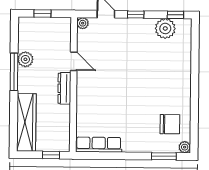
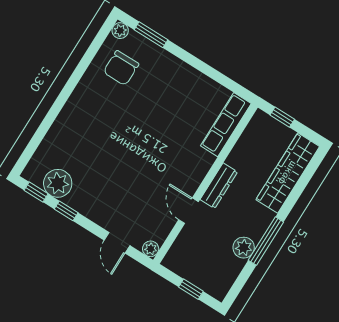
window: (136, 14) -> (66, 211), moved
chair: (170, 124) -> (121, 68), turned -90
row of seats: (99, 145) -> (226, 125), moved, turned 90

